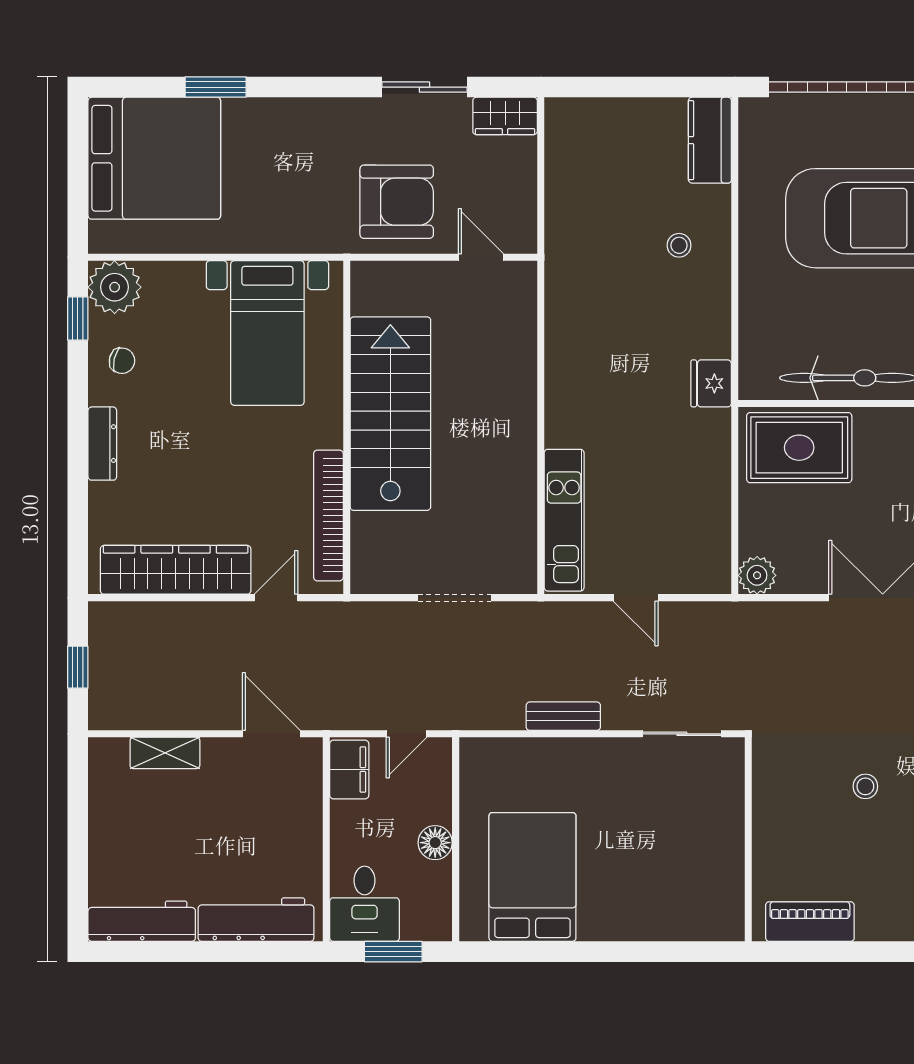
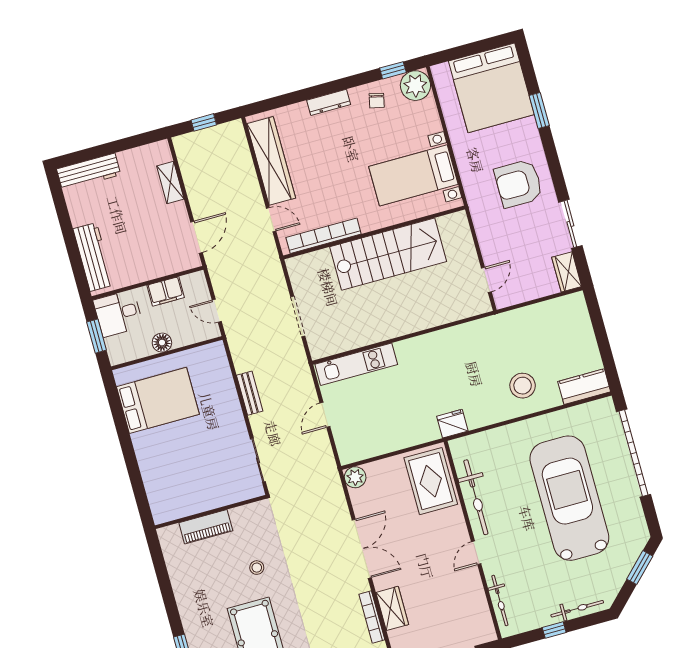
armchair: (397, 202) -> (518, 184), moved, turned 90
stool: (679, 245) -> (523, 386), width x1.89, depth x1.89
filing cabinet: (349, 770) -> (166, 291), moved
workbench: (142, 921) -> (89, 172), moved, turned 90
piano: (810, 922) -> (206, 527), moved, turned 90

